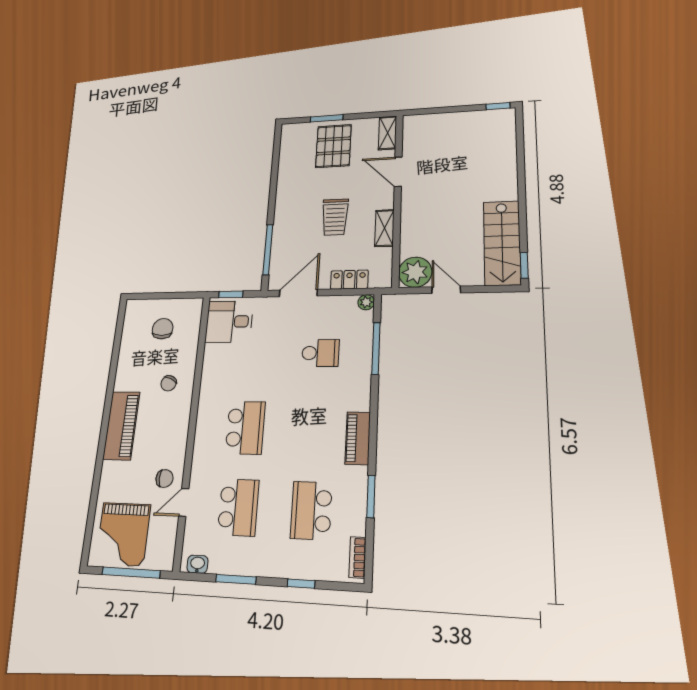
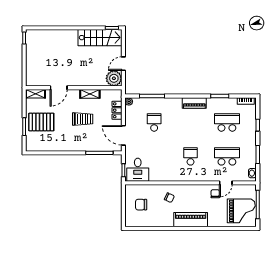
school desk: (245, 428) -> (191, 156), width x0.54
door: (184, 502) -> (226, 183), hinge flipped
school desk: (311, 510) -> (227, 123), turned 180

